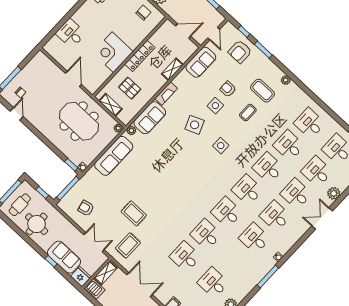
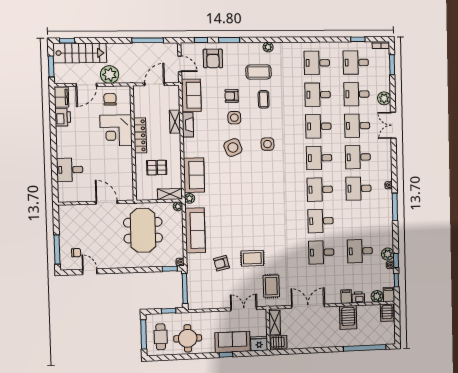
corner desk: (113, 52) -> (116, 130), moved
fireplace: (166, 94) -> (188, 125), moved
shelving: (110, 105) -> (170, 194), moved
meeting table: (79, 121) -> (143, 230), turned 90
armchair: (86, 208) -> (222, 263), moved

